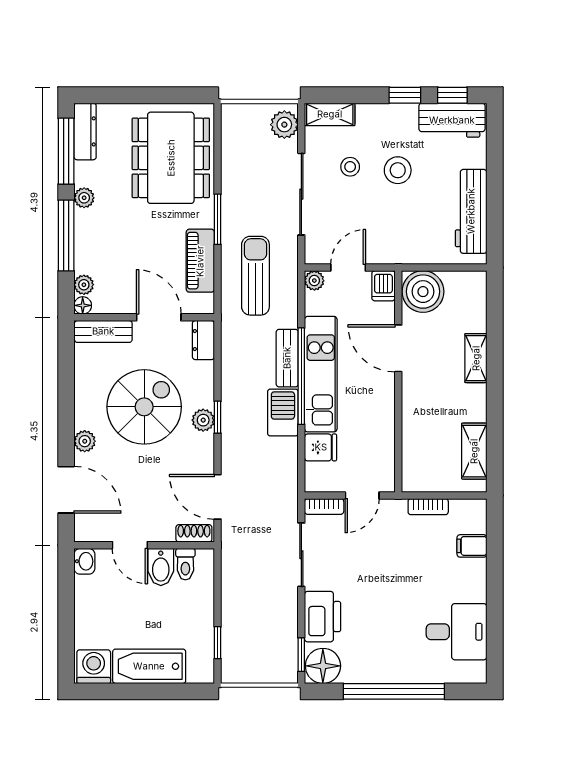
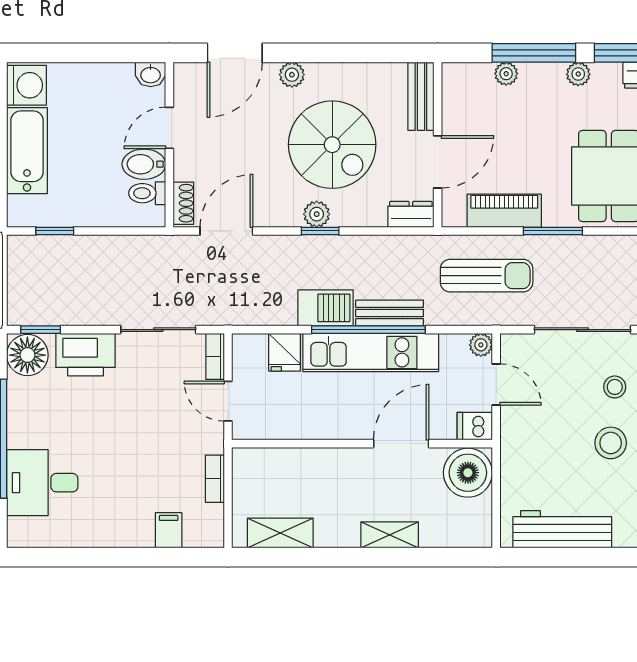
plant: (84, 285) -> (506, 74), moved
floor lamp: (83, 305) -> (452, 72), removed
desk: (457, 632) -> (42, 483), moved, turned 90

